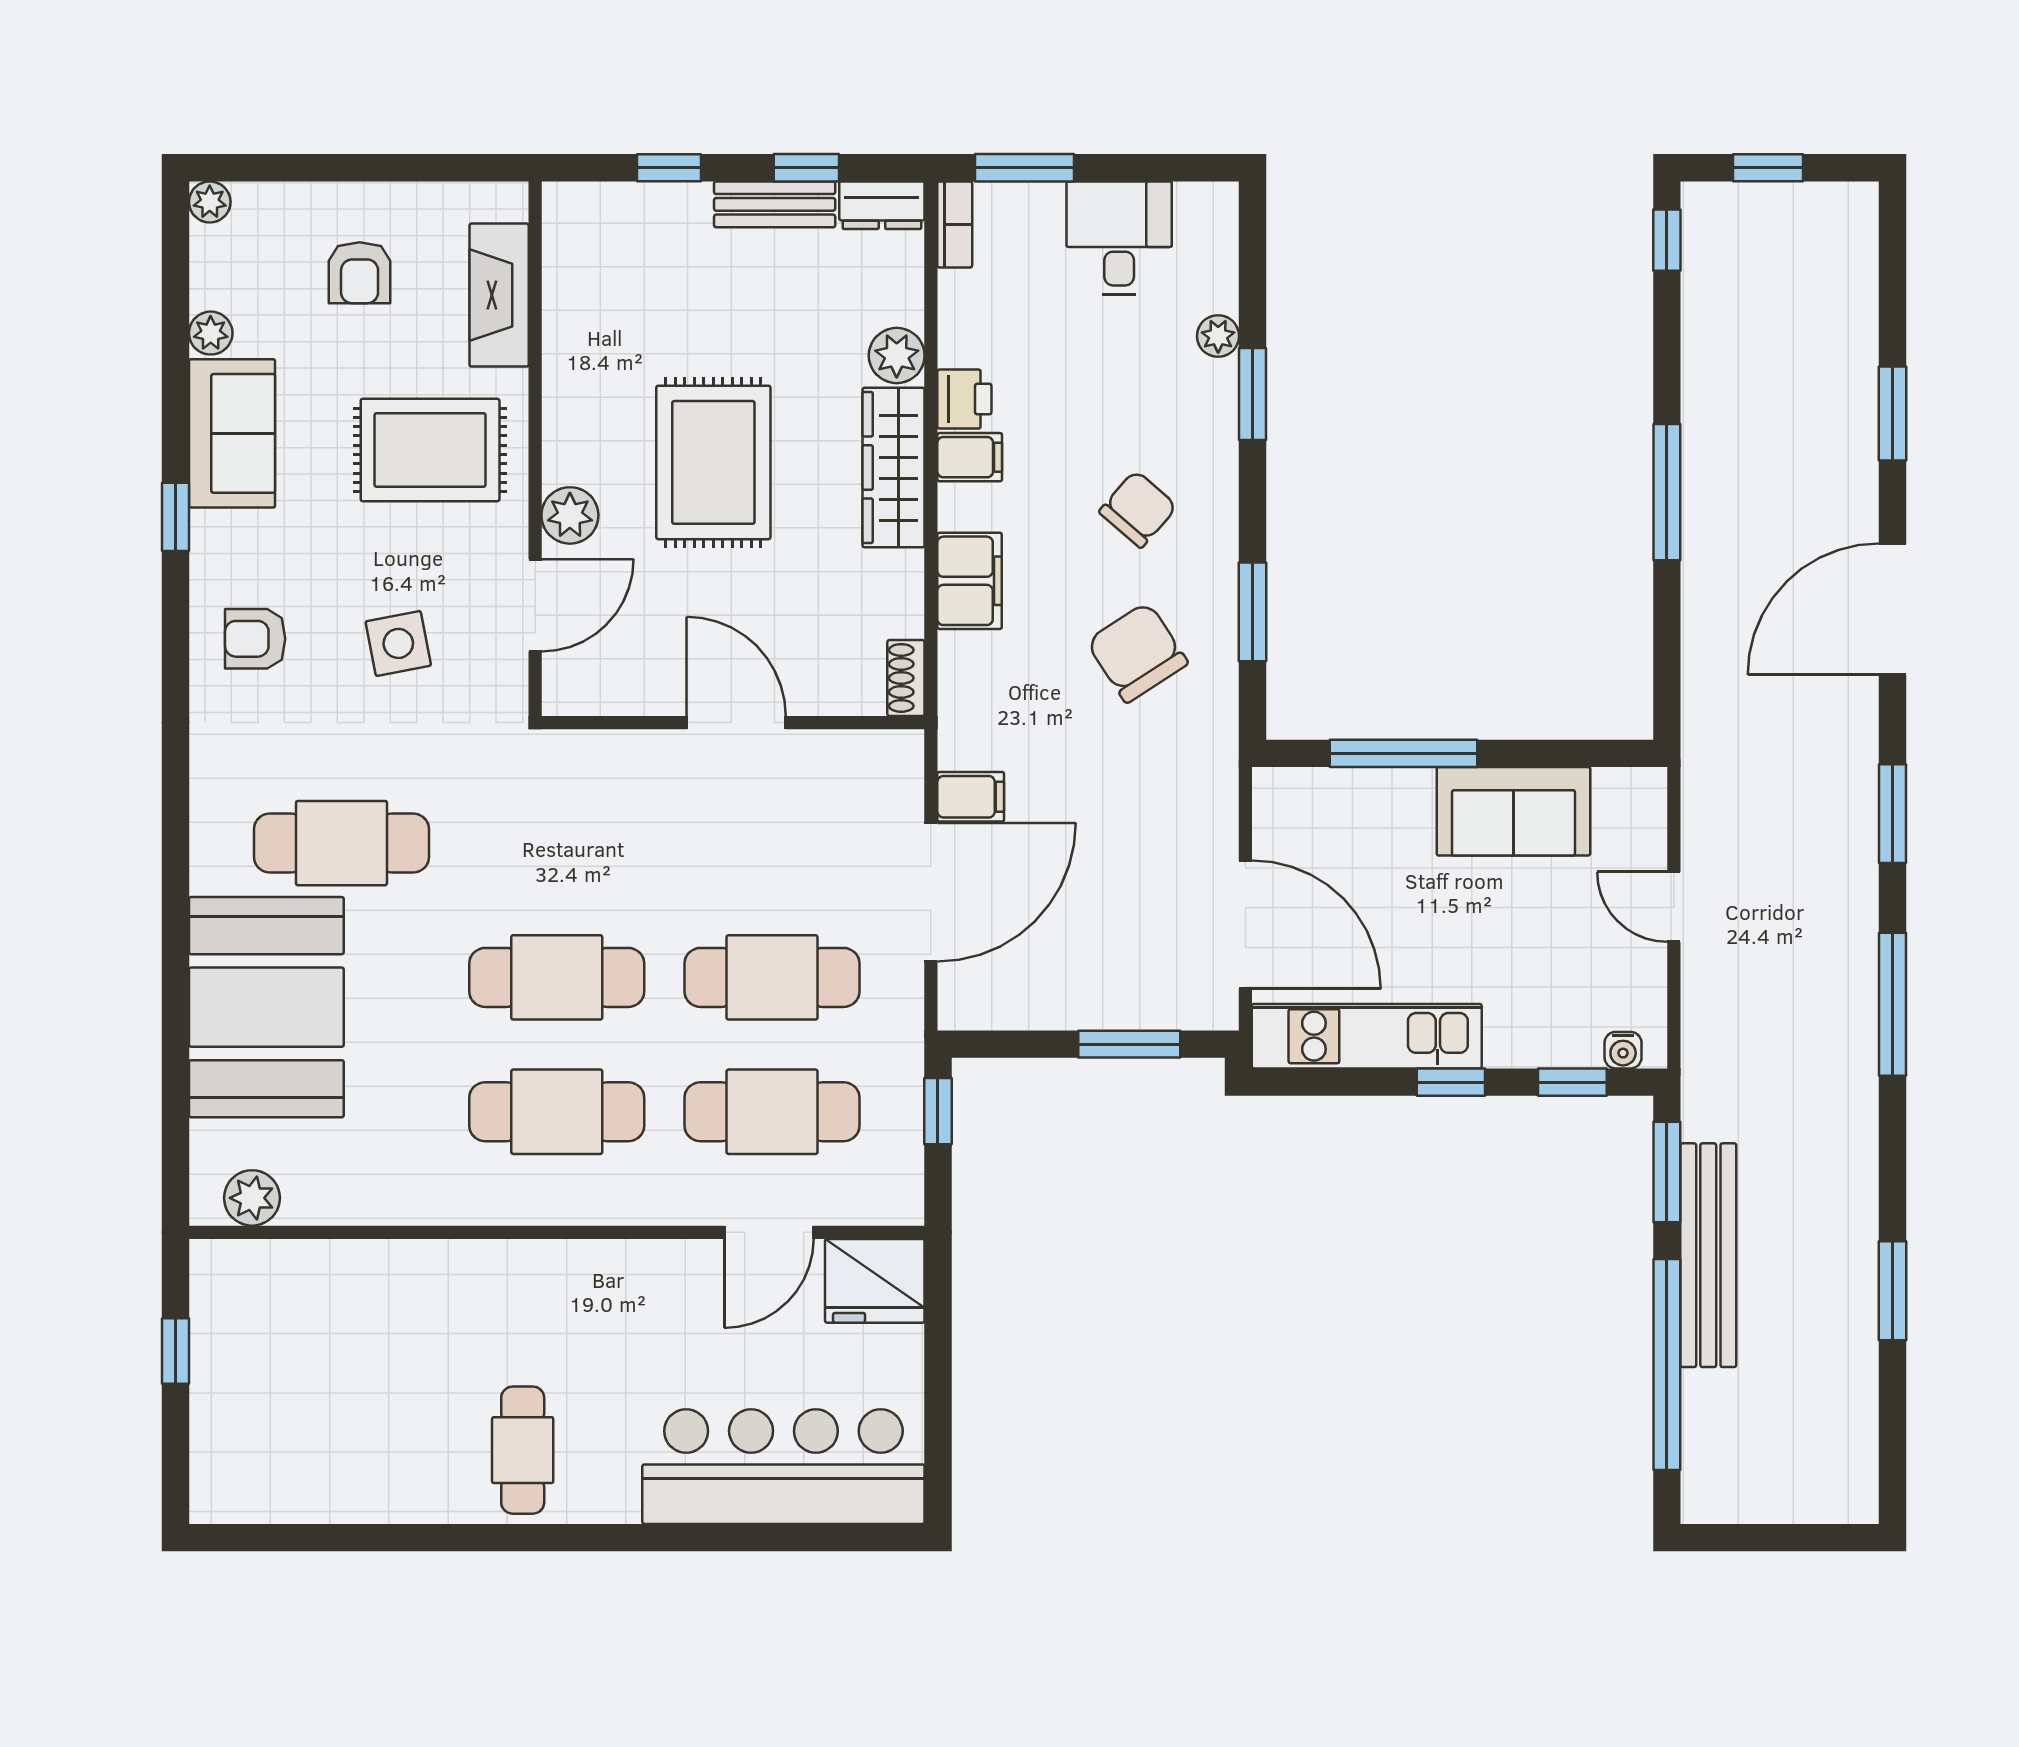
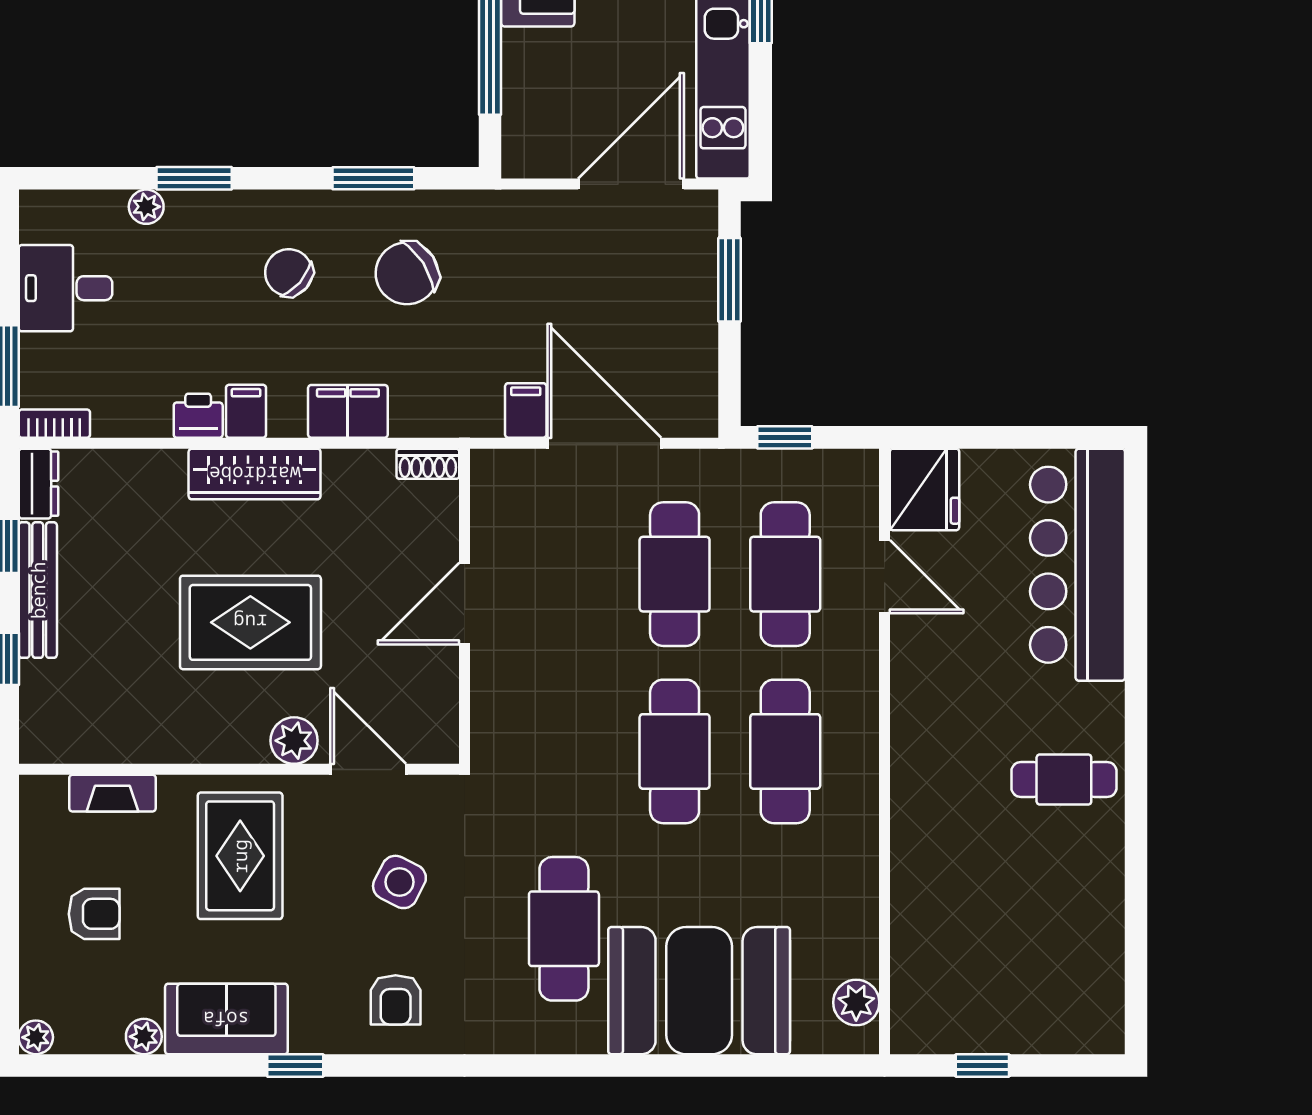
bench: (775, 204) -> (38, 590), width x1.36
fireplace: (499, 295) -> (112, 793), width x0.73, depth x0.76
plant: (897, 356) -> (162, 471), removed
side table: (398, 643) -> (399, 882), turned 38

